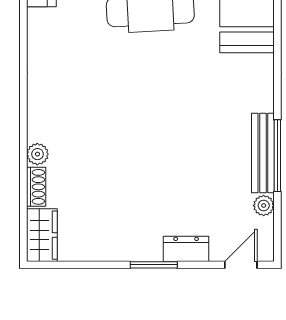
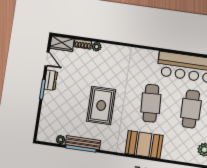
rug: (172, 124) -> (101, 105), added
dresser: (186, 249) -> (51, 80), moved
door: (241, 265) -> (47, 59), moved

